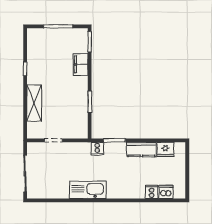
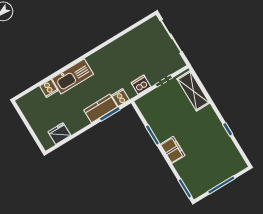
filing cabinet: (81, 64) -> (173, 150), moved
shelving: (34, 103) -> (193, 91), moved
kitchen counter: (141, 149) -> (101, 108), moved
kitchen sink: (88, 190) -> (73, 76), moved
dishwasher: (166, 192) -> (141, 85), moved, turned 180

